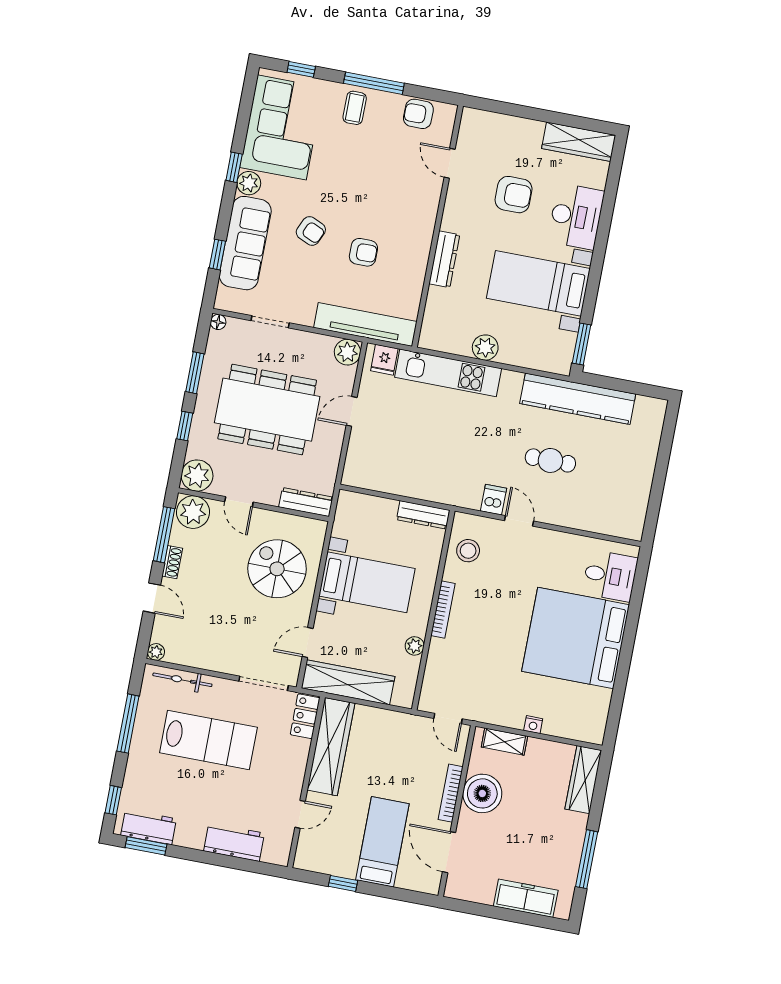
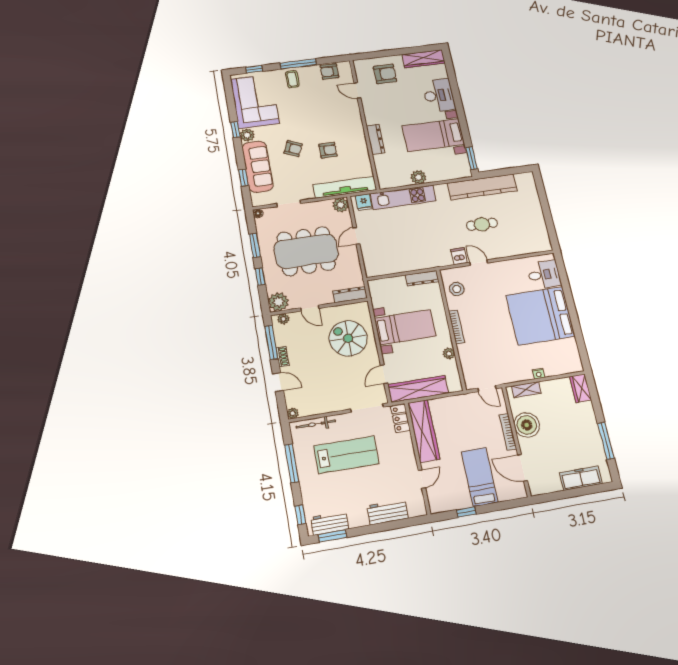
armchair: (514, 195) -> (385, 74), moved
plant: (193, 512) -> (283, 319), width x0.53, depth x0.53
wardrobe: (583, 780) -> (581, 388), width x0.67

